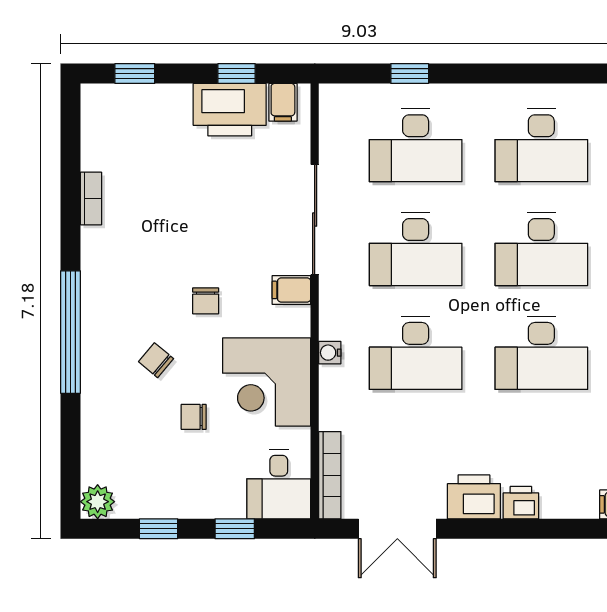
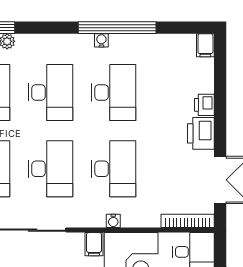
filing cabinet: (291, 290) -> (94, 244), moved

